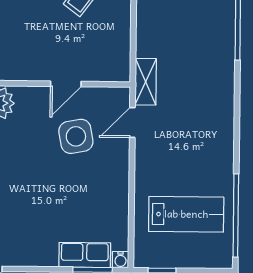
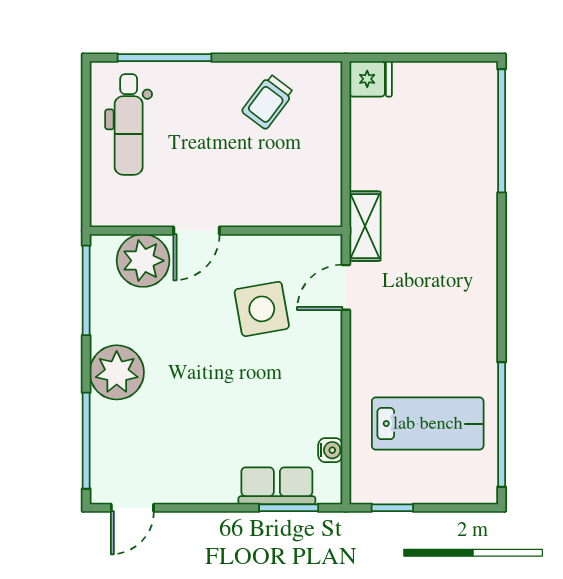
door: (66, 84) -> (197, 231), moved
water cooler: (121, 260) -> (330, 450), moved, turned -90

